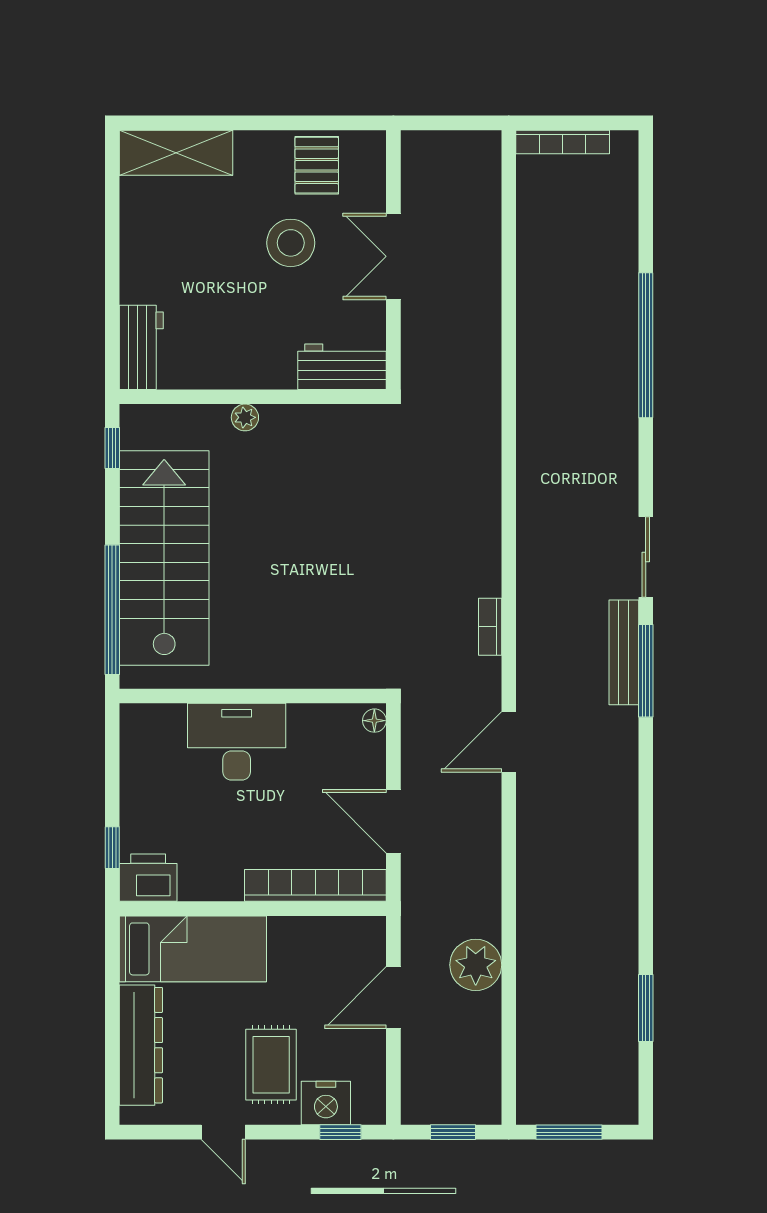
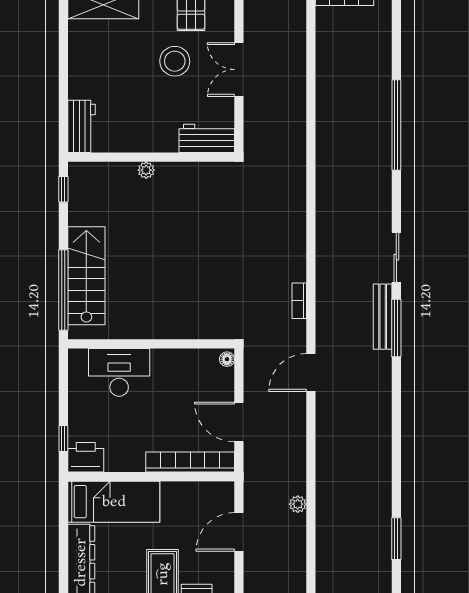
stairs: (164, 558) -> (86, 276), width x0.73, depth x0.66
desk: (237, 742) -> (119, 372), moved
plant: (476, 965) -> (298, 504), width x0.53, depth x0.53

